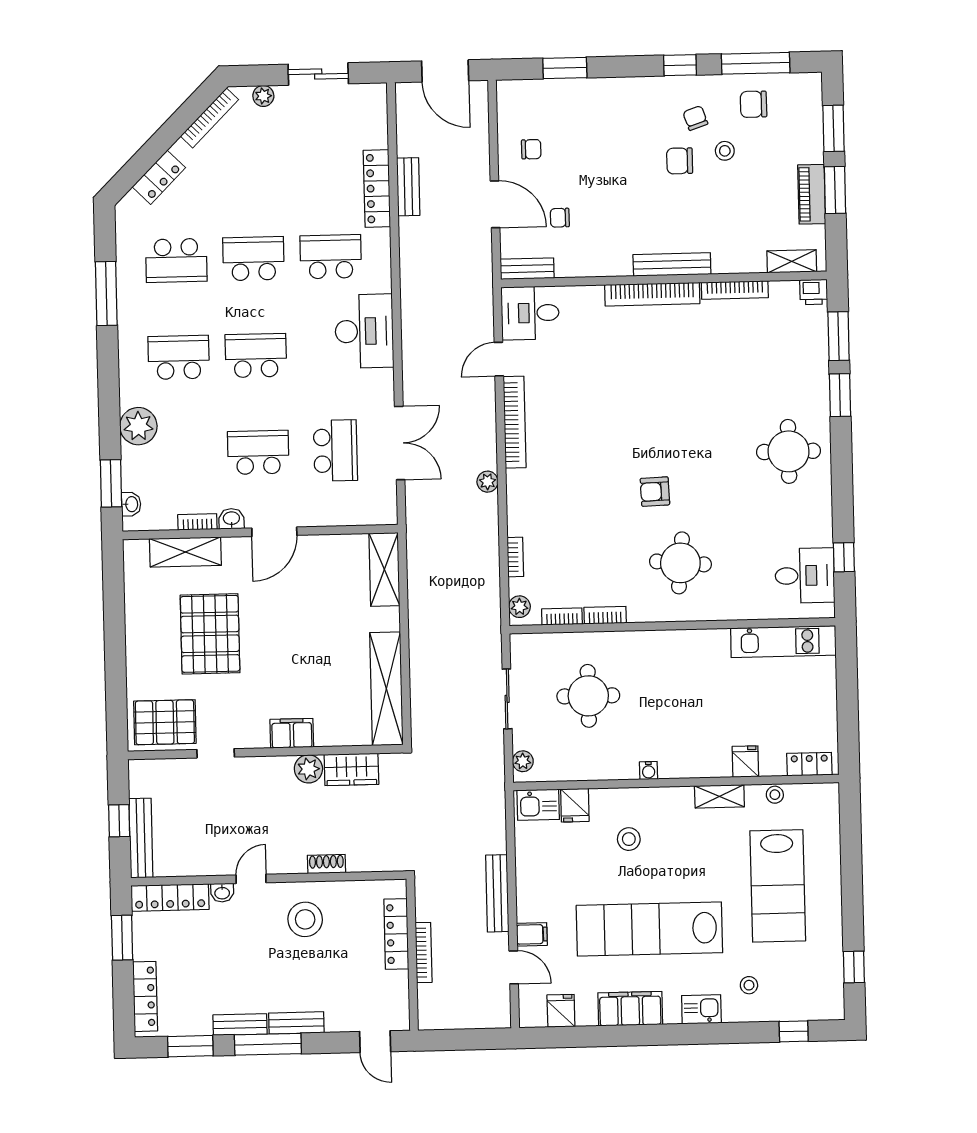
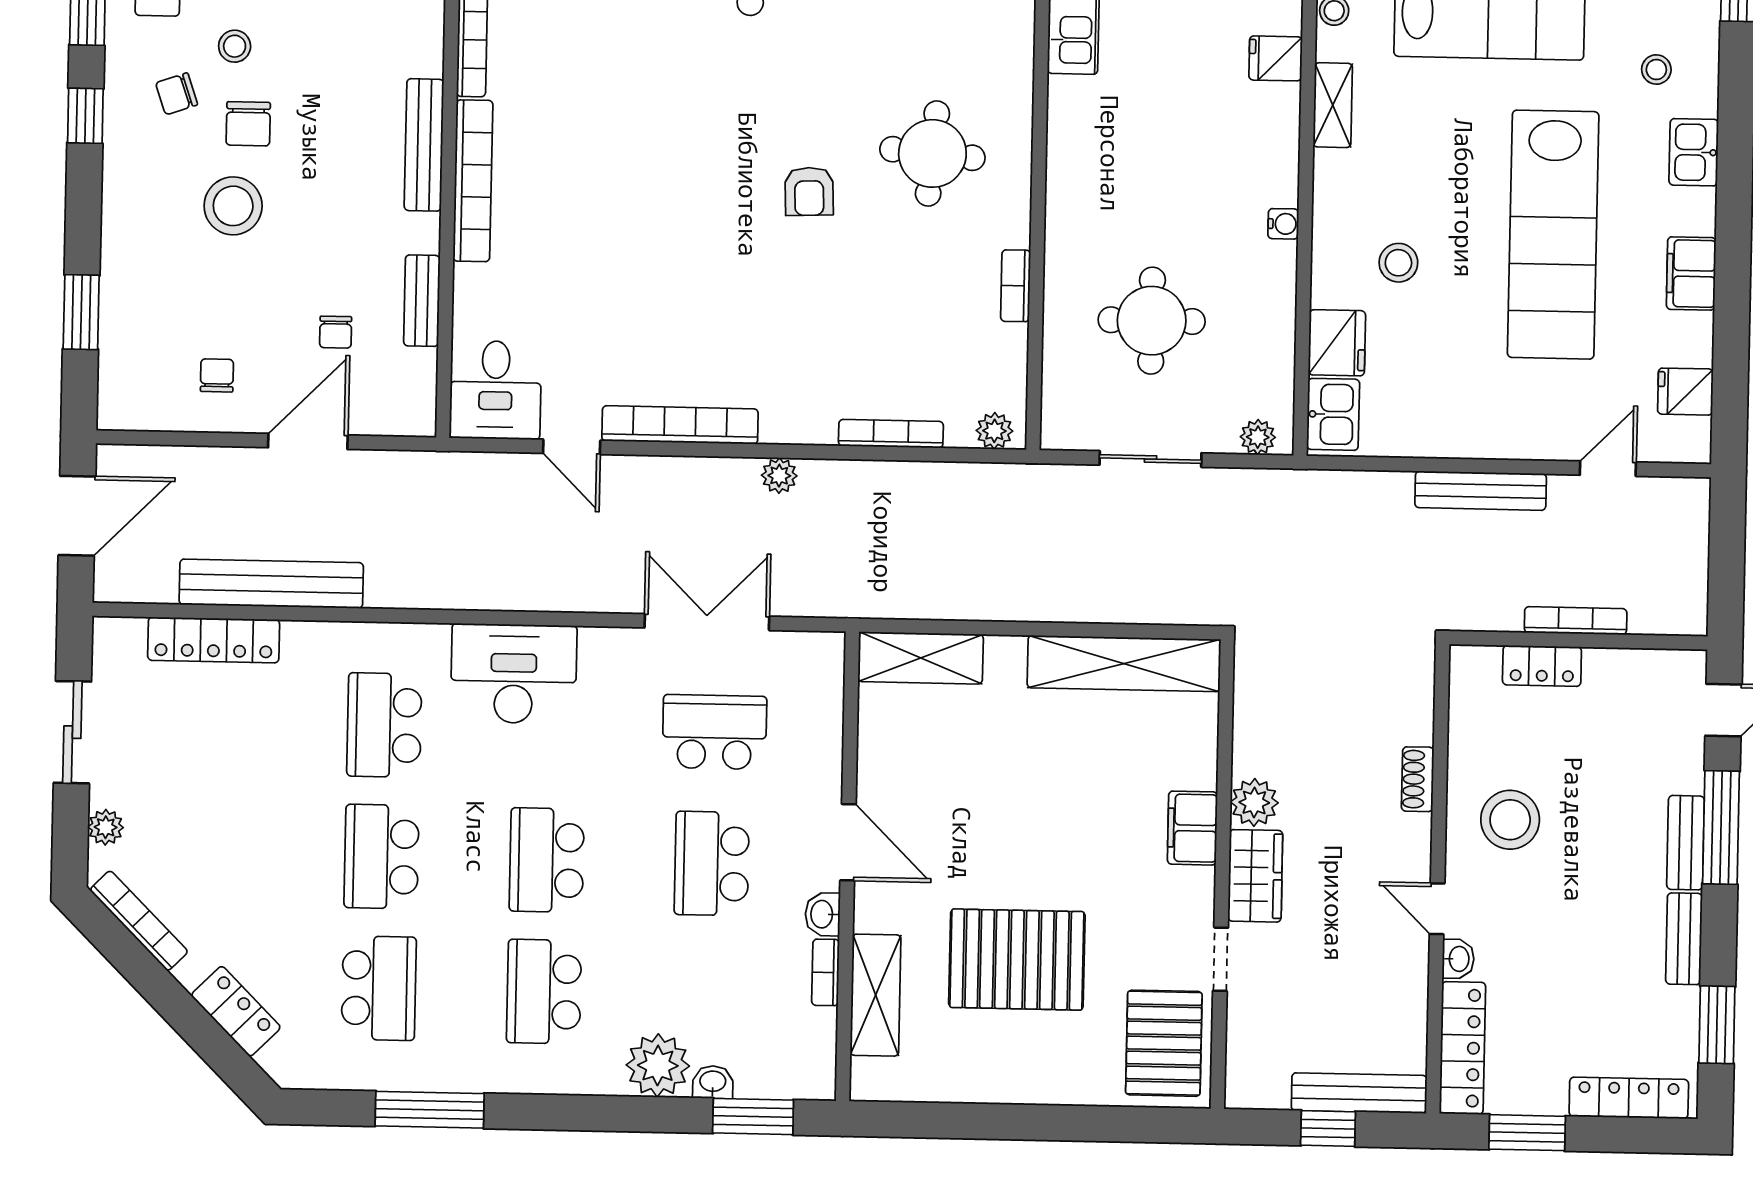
stool: (631, 154) -> (233, 206), added
bench: (408, 187) -> (271, 584), width x1.86, depth x1.21
locker: (377, 189) -> (214, 640), moved
bench: (527, 269) -> (422, 301), moved
washbasin: (131, 504) -> (713, 1082), moved
bookcase: (515, 557) -> (891, 434), width x1.56
bookcase: (562, 617) -> (1015, 359), removed
wardrobe: (351, 769) -> (1255, 876), moved
fridge: (575, 805) -> (1337, 343), width x1.38
locker: (396, 934) -> (1542, 666), width x0.66
filing cabinet: (532, 934) -> (1553, 435), removed
filing cabinet: (630, 1009) -> (1691, 273), width x0.67, depth x0.86
window: (268, 1044) -> (1721, 827), moved

